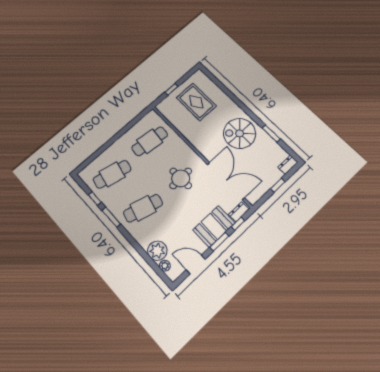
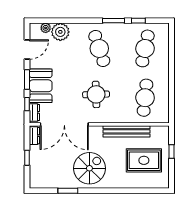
bench: (187, 132) -> (126, 131), added
dresser: (288, 165) -> (34, 136), moved
cafe table: (143, 208) -> (99, 48), turned -33

